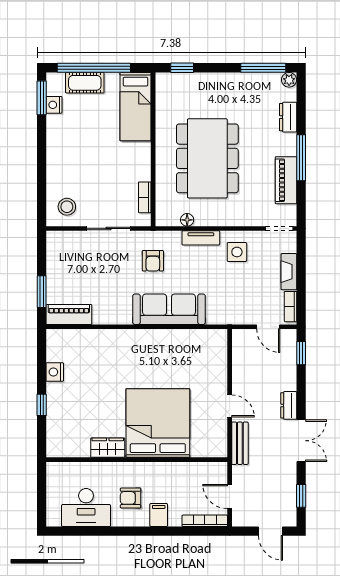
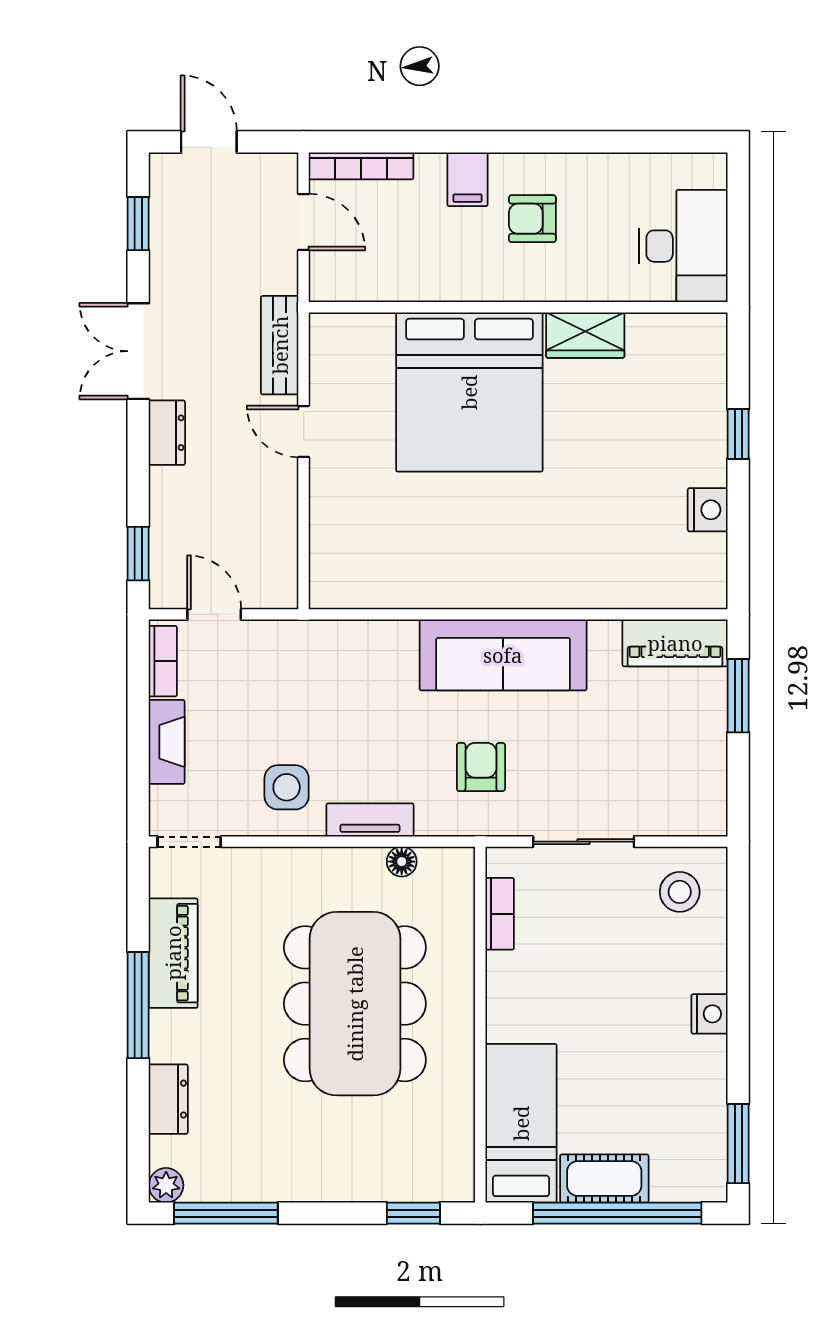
cot: (85, 83) -> (604, 1178), moved
nightstand: (54, 105) -> (709, 1014), moved
sofa: (169, 309) -> (503, 655), moved
armchair: (131, 498) -> (532, 219), turned 180
desk: (86, 508) -> (683, 246), moved, turned 90

